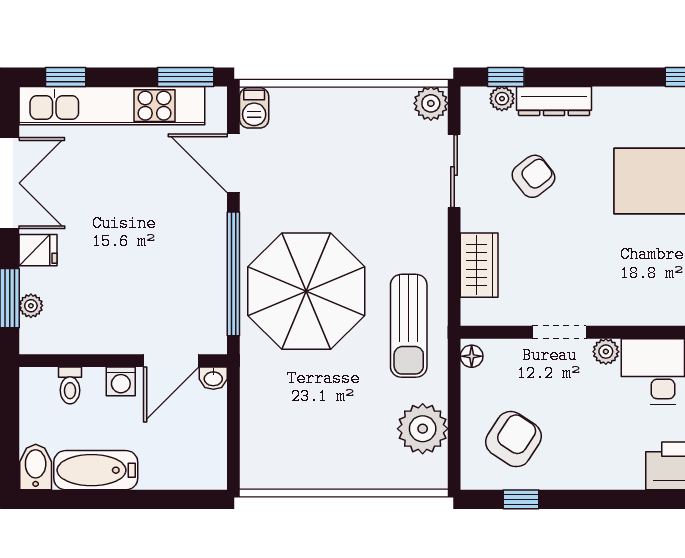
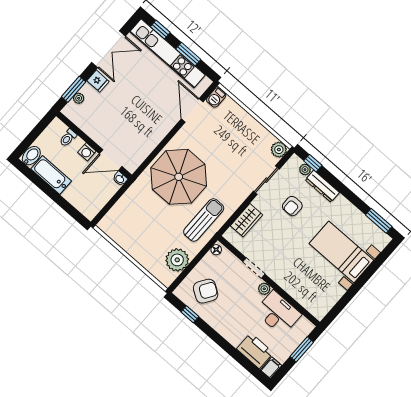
window: (186, 77) -> (188, 54), moved
armchair: (533, 176) -> (292, 206), turned 128
window: (233, 274) -> (159, 149), removed
sun lounger: (409, 326) -> (204, 220), turned 180

